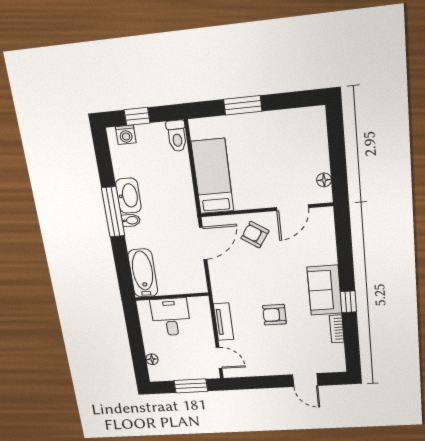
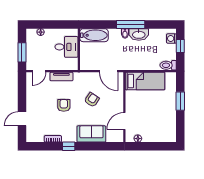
door: (292, 208) -> (124, 121), hinge flipped
armchair: (255, 235) -> (92, 100), moved
sofa: (324, 290) -> (91, 134), moved

